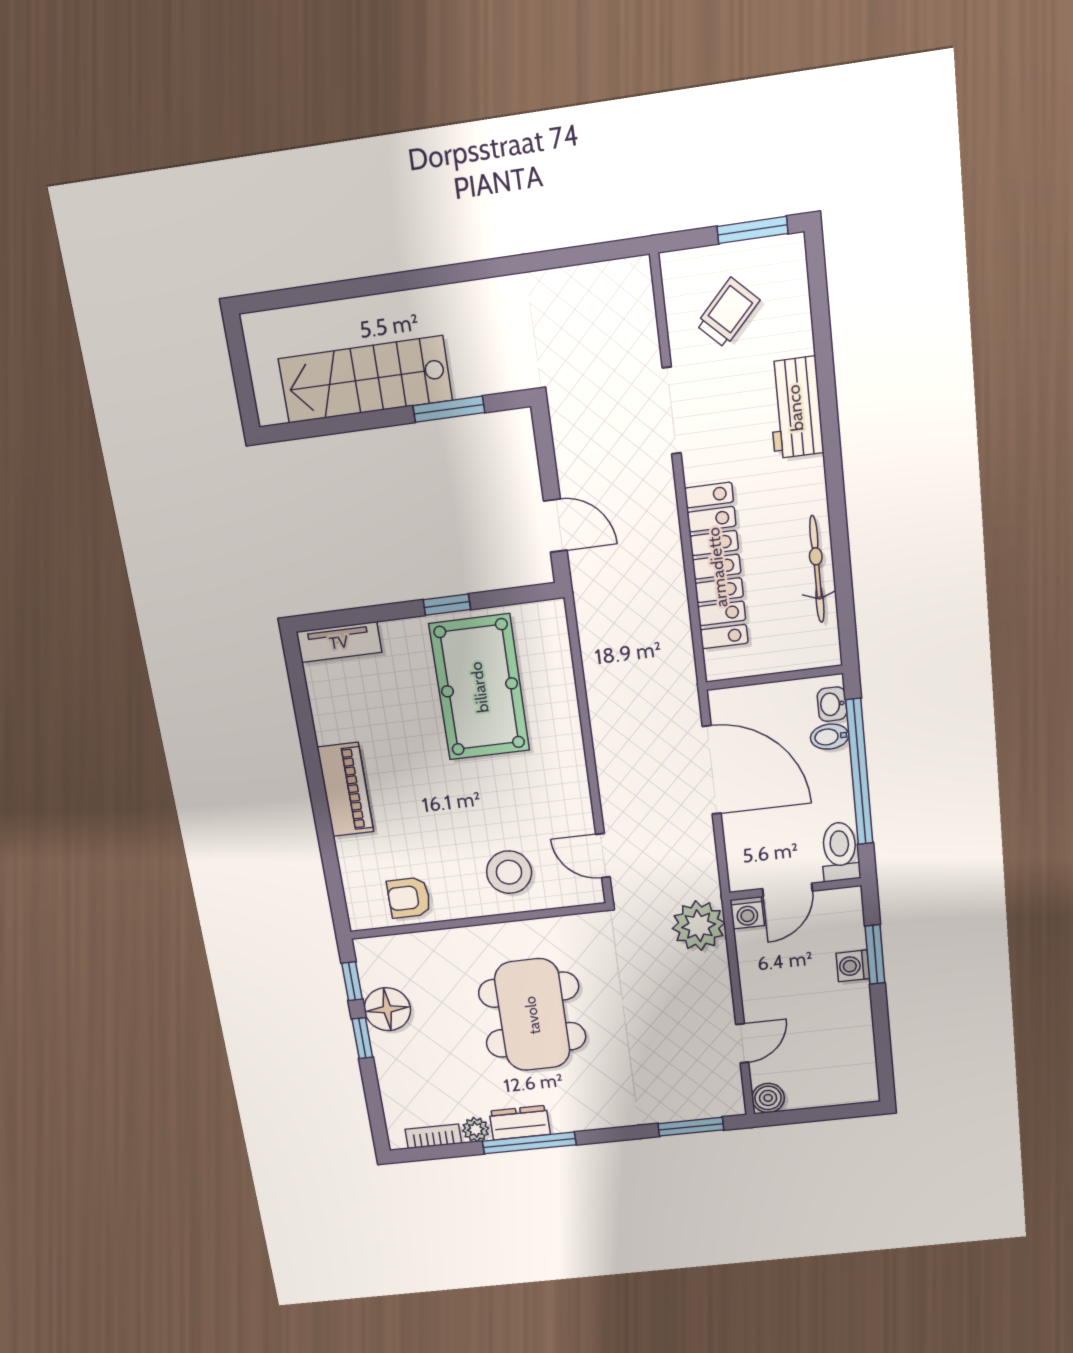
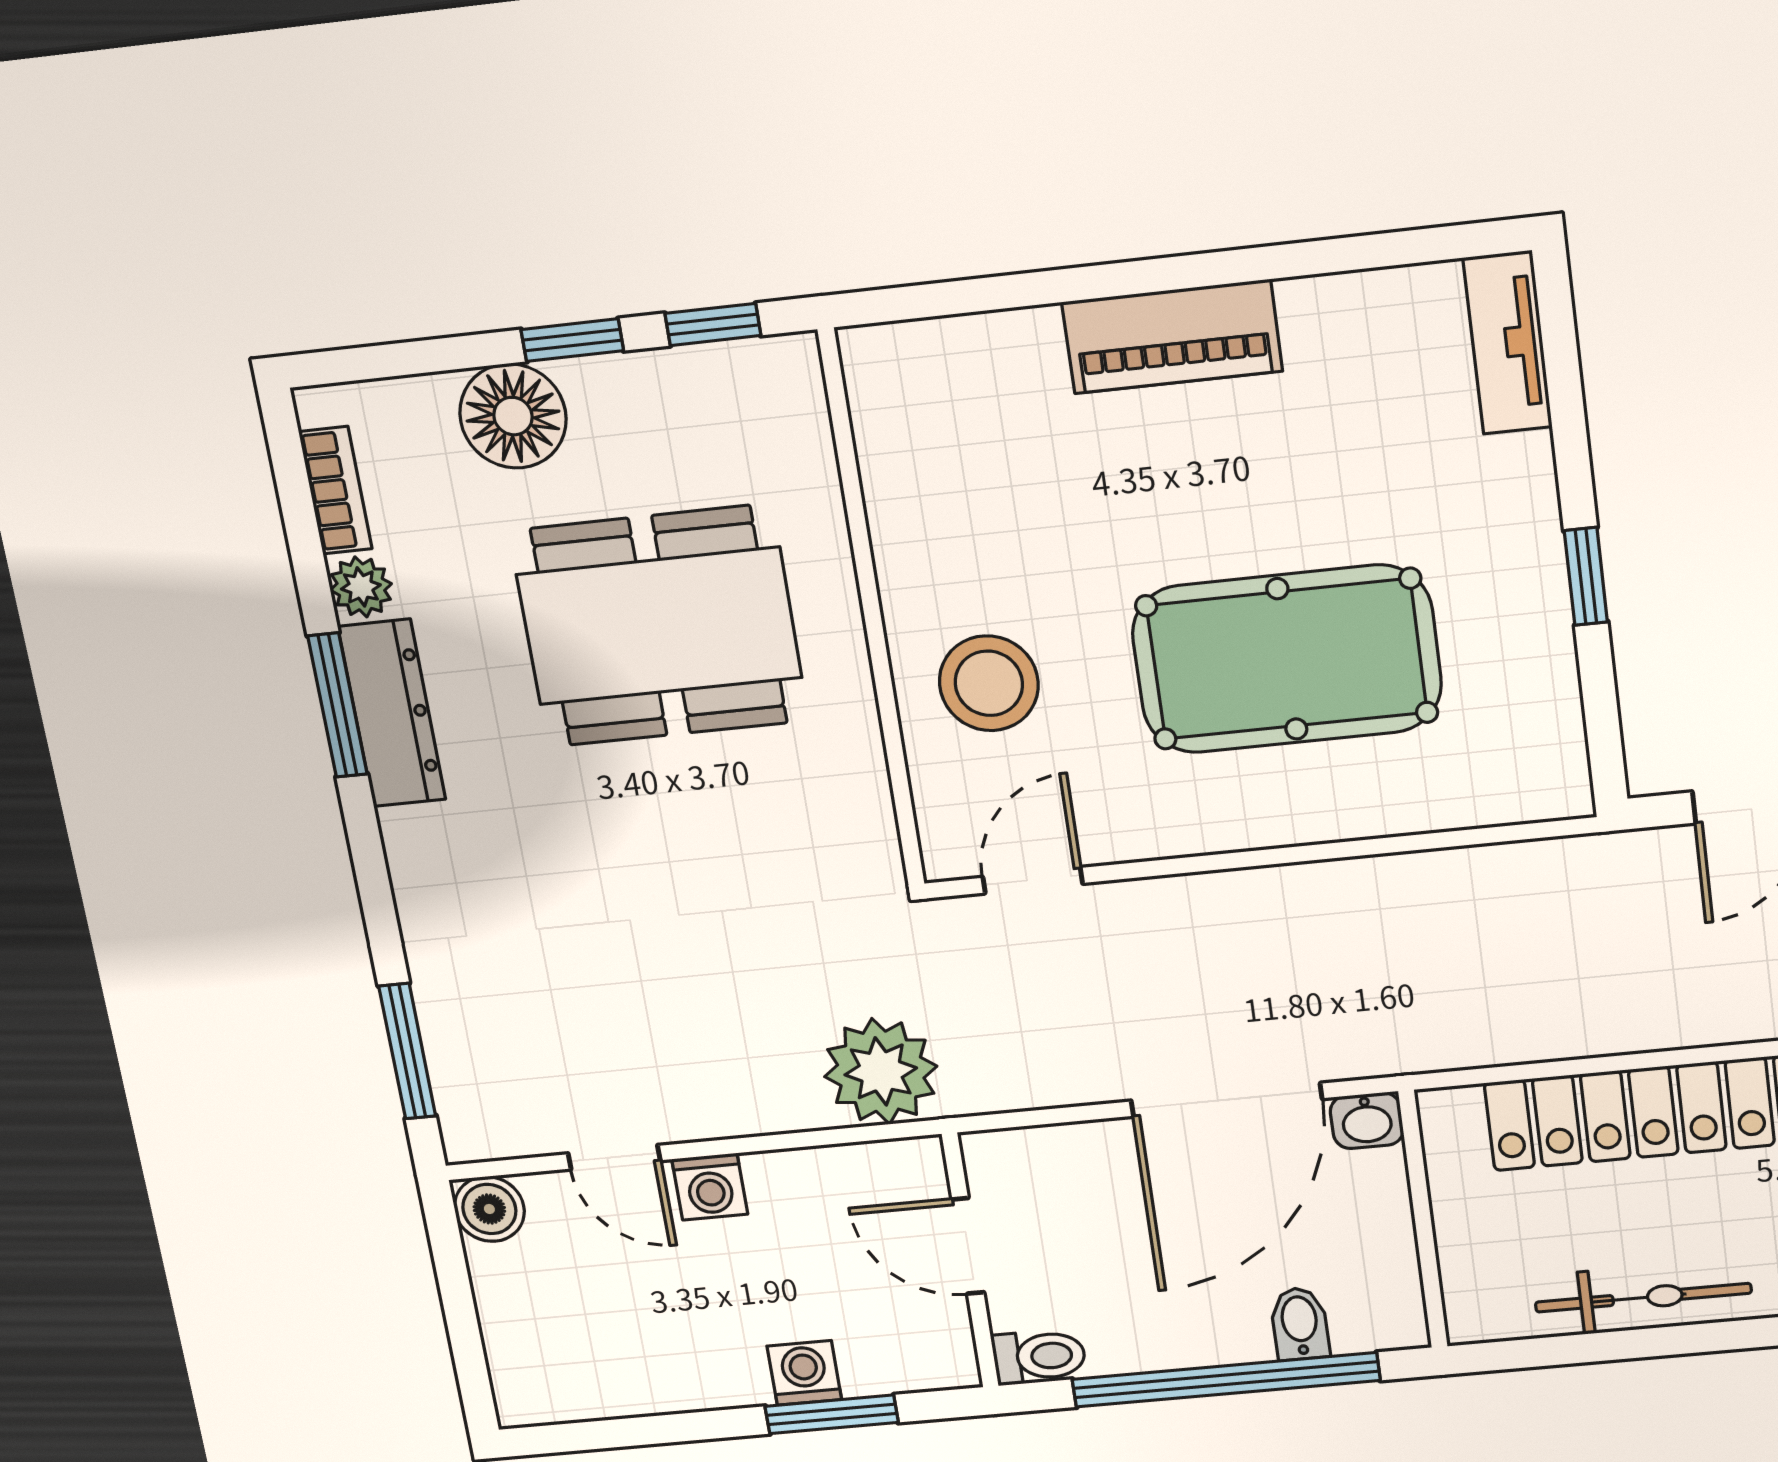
pool table: (479, 687) -> (1287, 659), moved
washbasin: (832, 704) -> (1367, 1121), moved, turned 180
toilet: (840, 852) -> (1039, 1357), width x0.73, depth x0.72
armchair: (409, 898) -> (921, 464), removed
washing machine: (747, 913) -> (710, 1187), moved, turned -90
floor lamp: (387, 1009) -> (513, 416), moved
dining table: (532, 1015) -> (659, 626), moved
dresser: (520, 1123) -> (392, 713), width x1.44
window: (529, 1143) -> (337, 705), width x0.69

